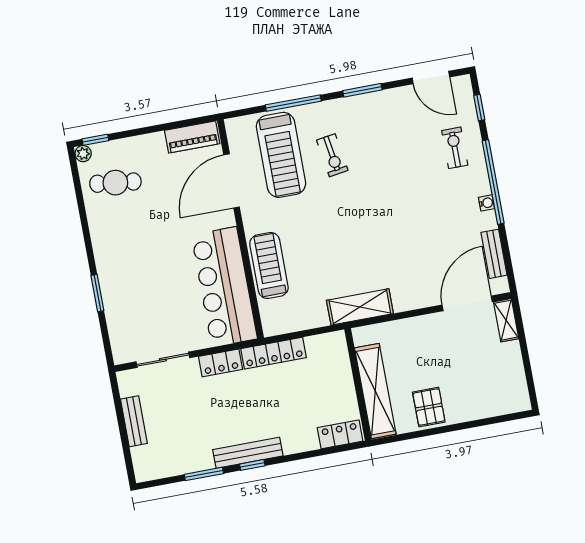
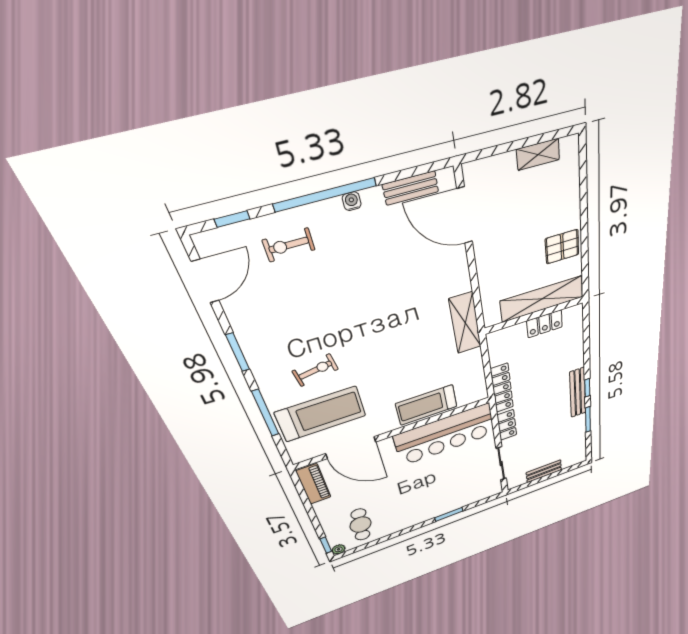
shelving: (506, 320) -> (538, 154), moved
locker: (340, 434) -> (545, 324), moved, turned -90

